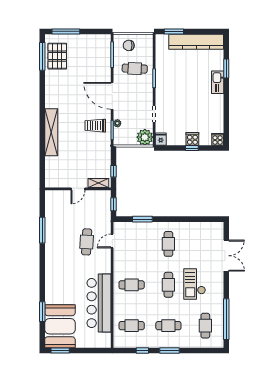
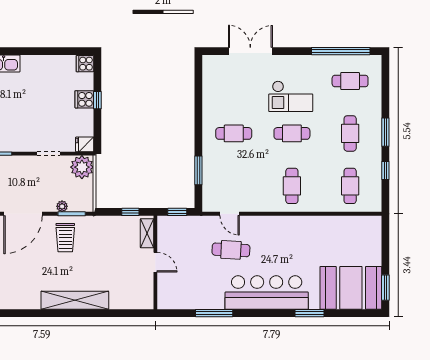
bar counter: (99, 303) -> (267, 293), moved, turned 180
window: (42, 312) -> (310, 313), moved

